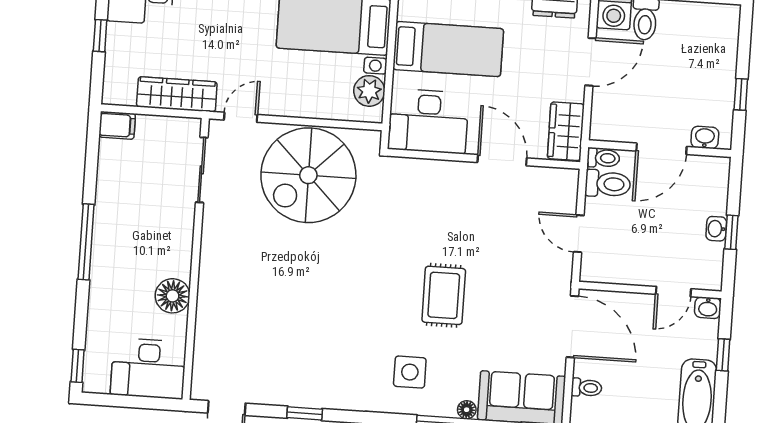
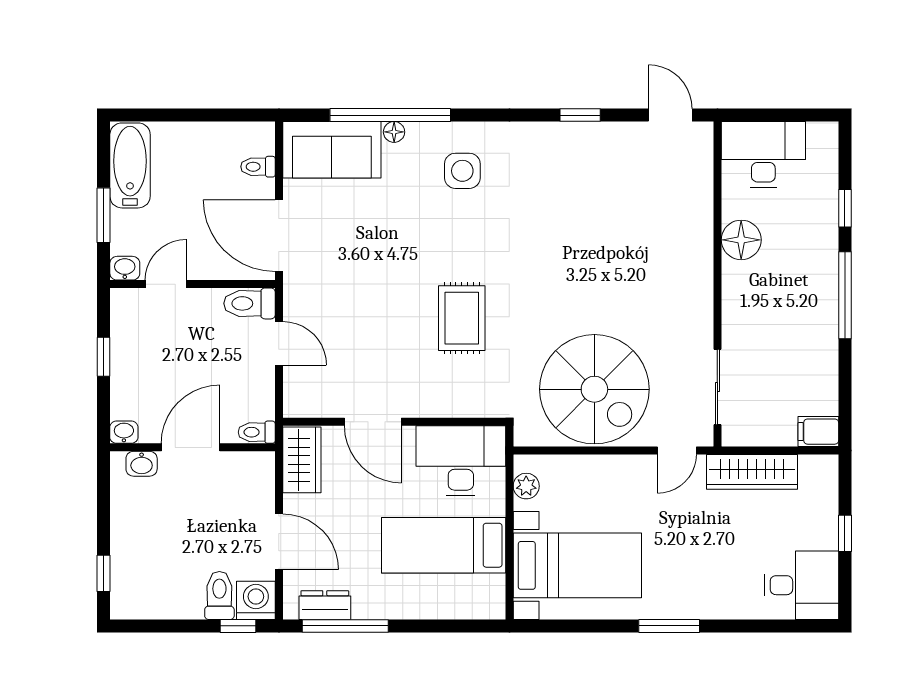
door: (590, 62) -> (279, 542), swing flipped
plant: (369, 91) -> (526, 486), width x0.73, depth x0.73
window: (741, 94) -> (104, 573), moved
spiral stairs: (308, 175) -> (594, 389), turned 90
toilet: (608, 184) -> (249, 303), moved
washbasin: (716, 229) -> (124, 432), moved, turned -90
rug: (444, 295) -> (462, 318), moved
window: (723, 355) -> (104, 215), width x1.50
window: (78, 366) -> (845, 208), moved

